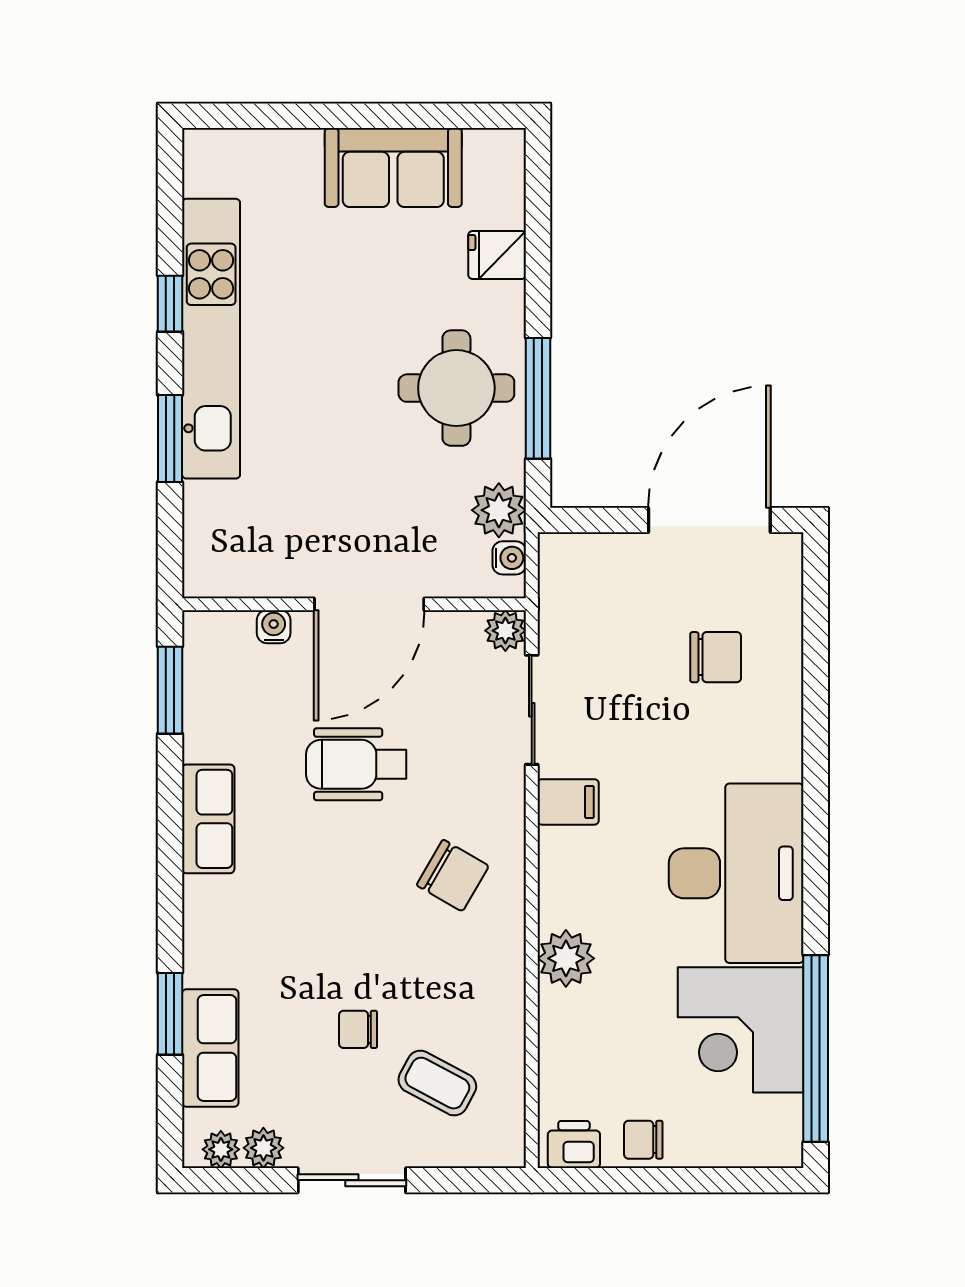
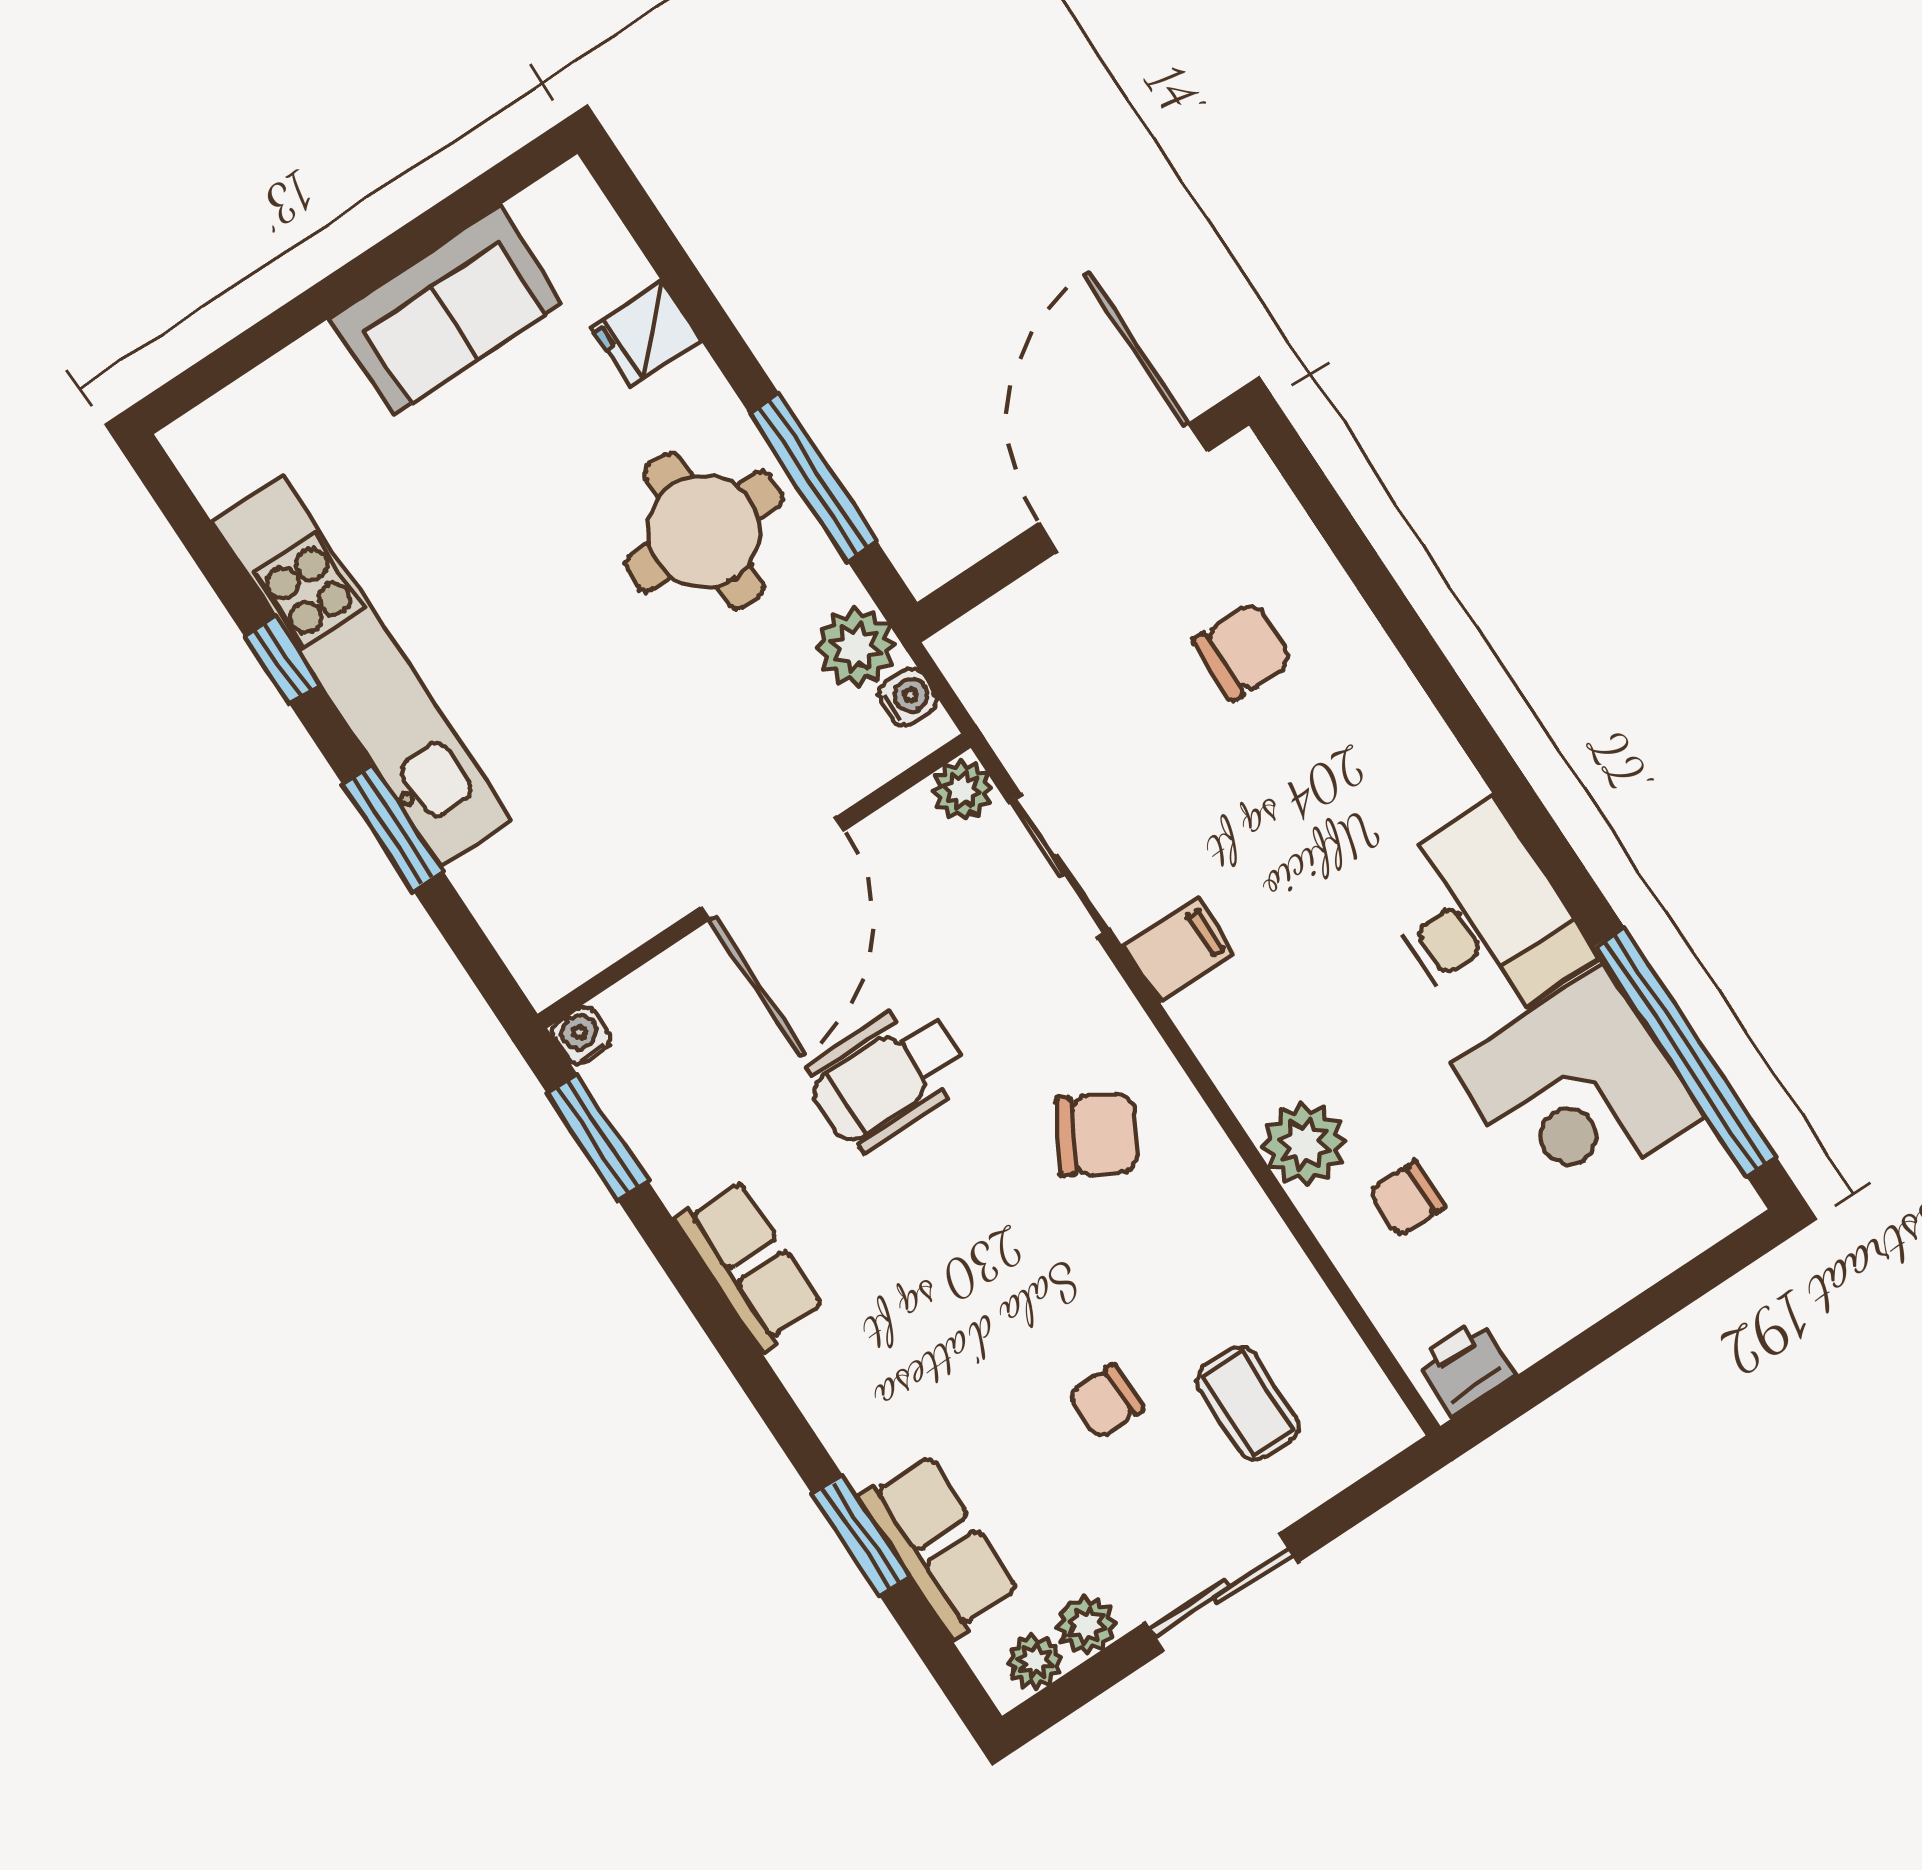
water cooler: (274, 627) -> (581, 1035), moved
desk: (736, 873) -> (1483, 918), width x0.73, depth x0.77
coffee table: (437, 1083) -> (1247, 1403), turned 62
chair: (643, 1140) -> (1407, 1199), moved

